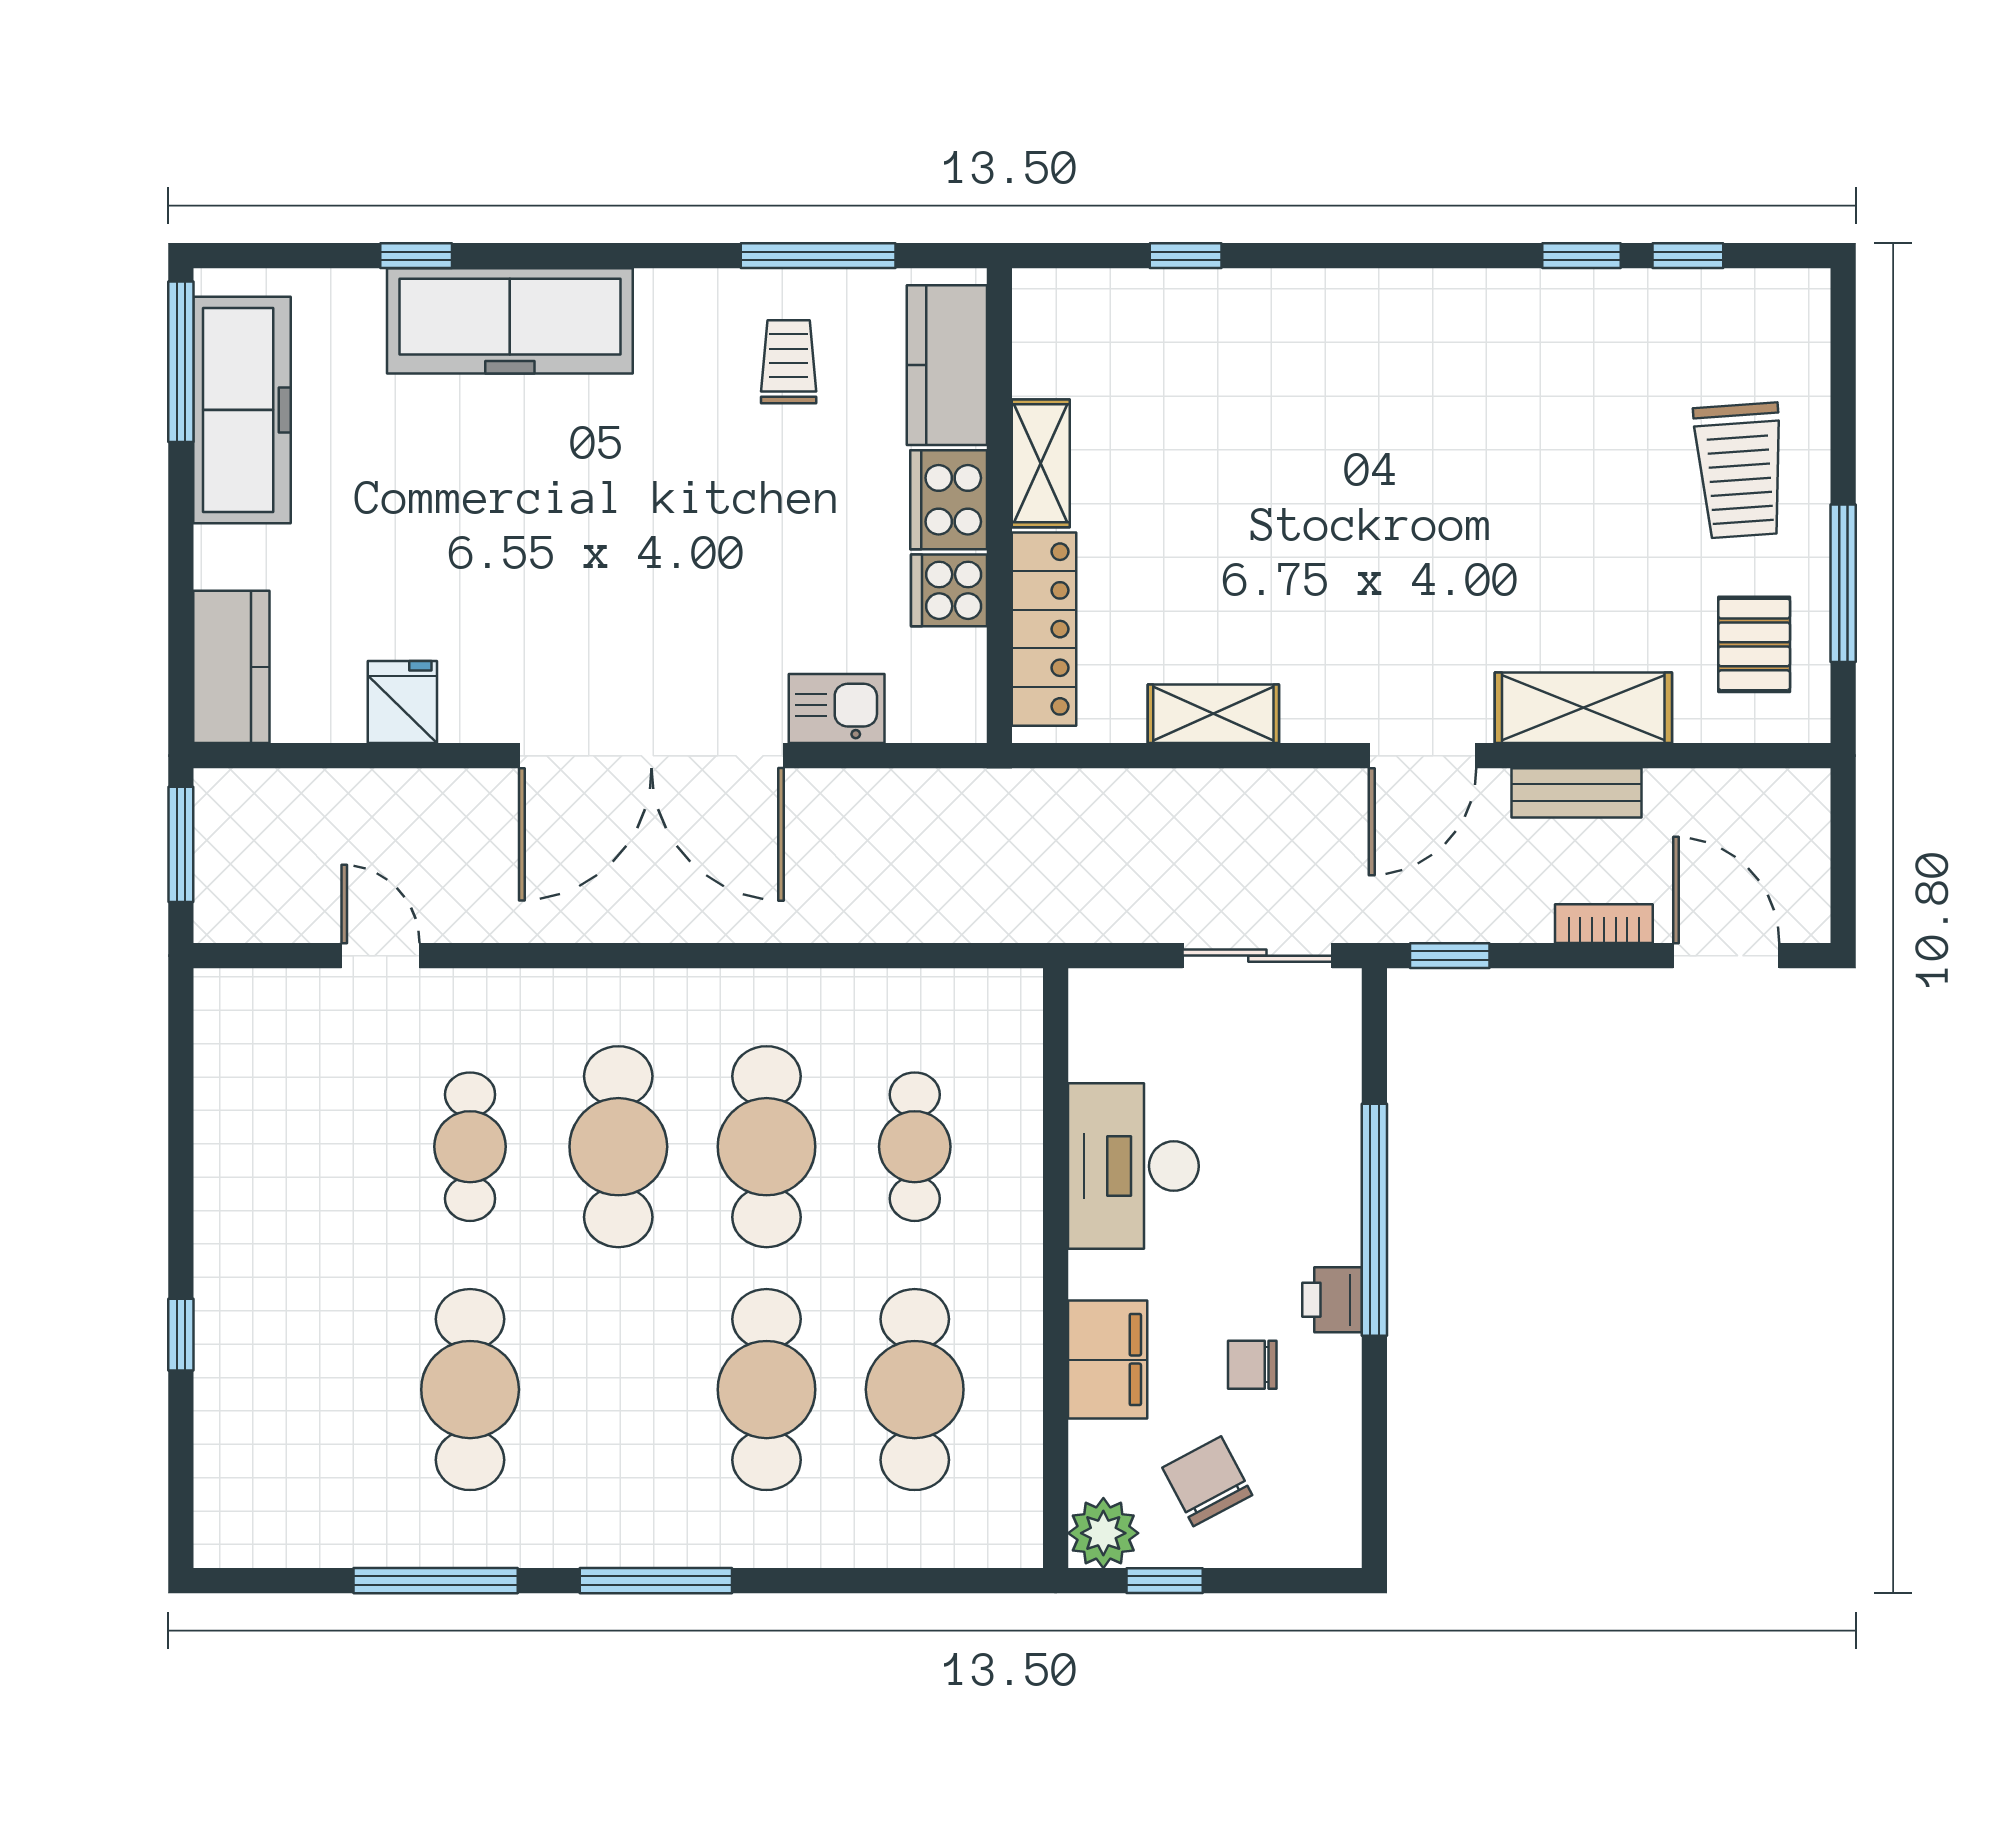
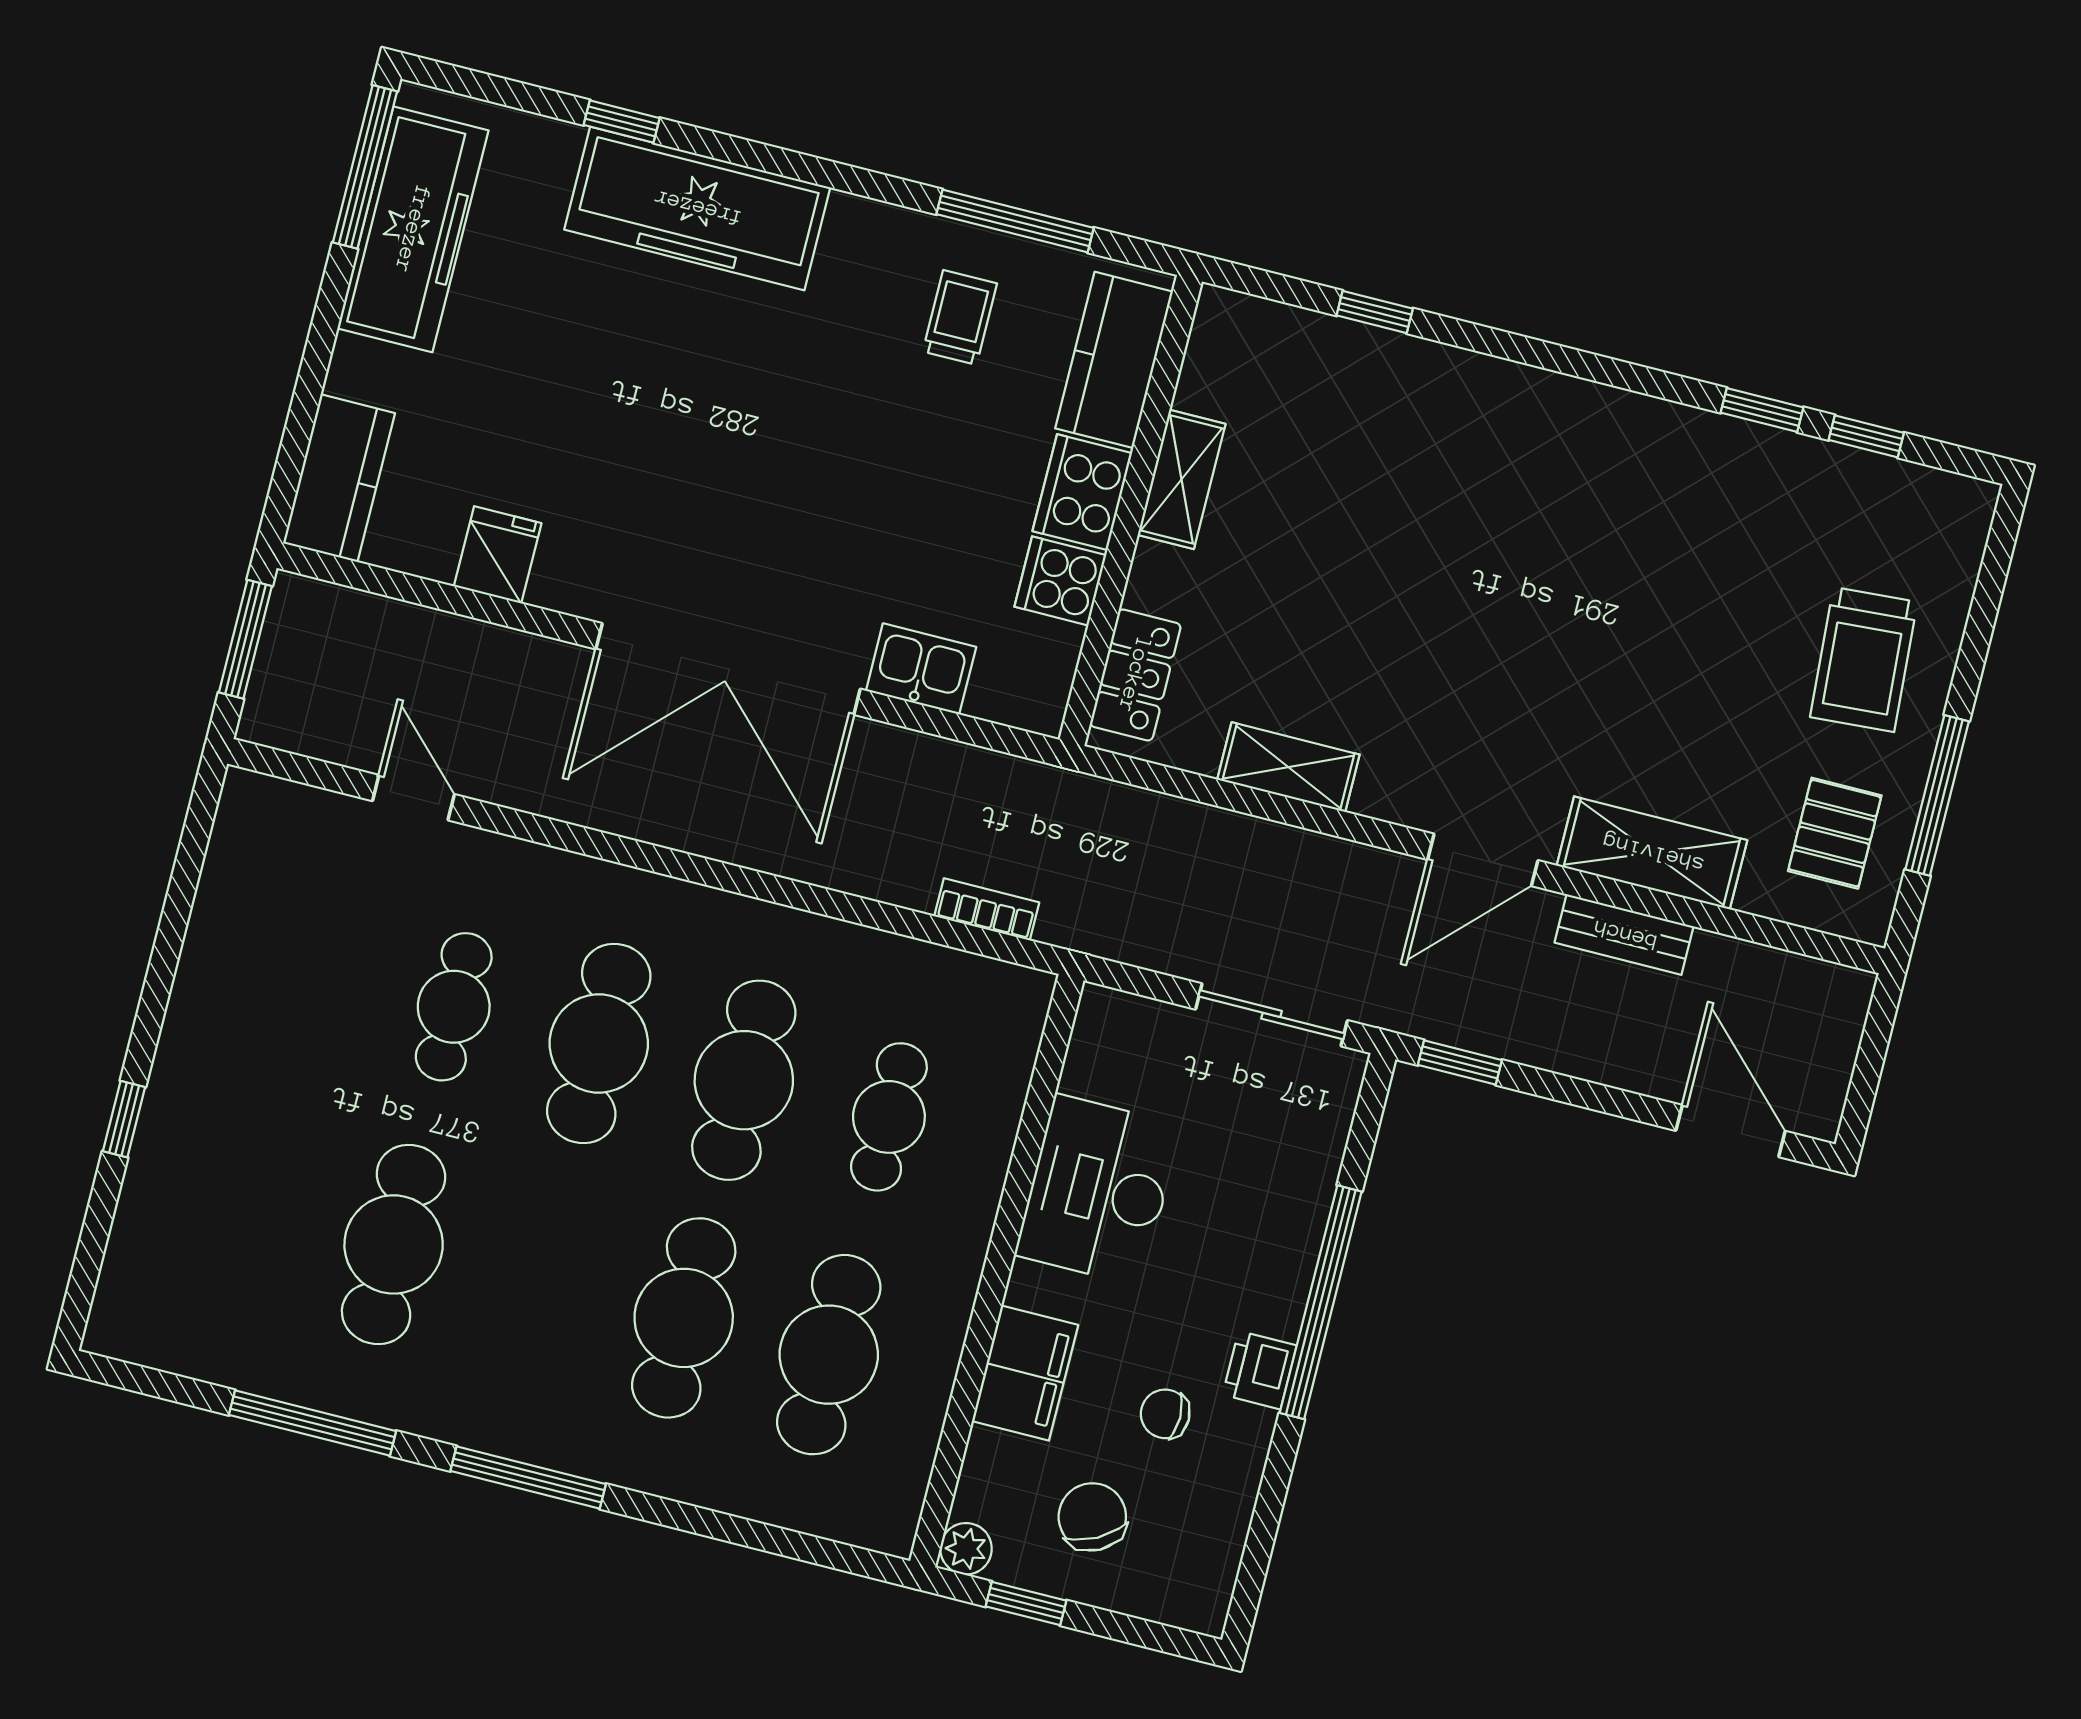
locker: (1044, 629) -> (1135, 675), width x0.66
bookcase: (1604, 924) -> (987, 909), moved
plant: (1103, 1533) -> (966, 1549), width x0.73, depth x0.73

